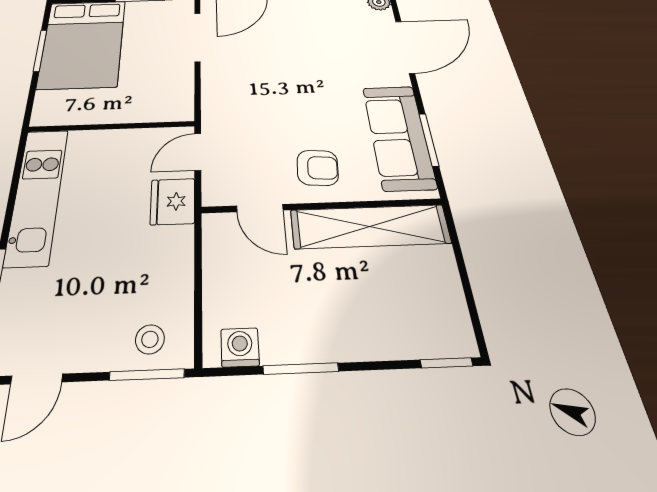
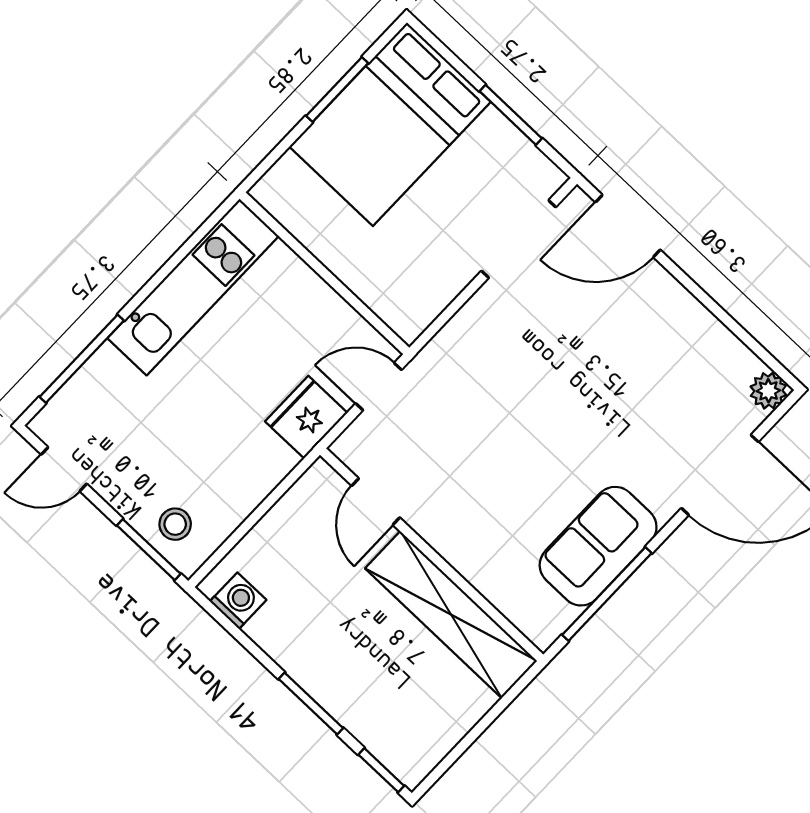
sofa: (398, 136) -> (598, 546), width x0.73
window: (429, 140) -> (607, 594), width x1.44
armchair: (318, 168) -> (470, 516), removed
window: (301, 369) -> (311, 703), moved

